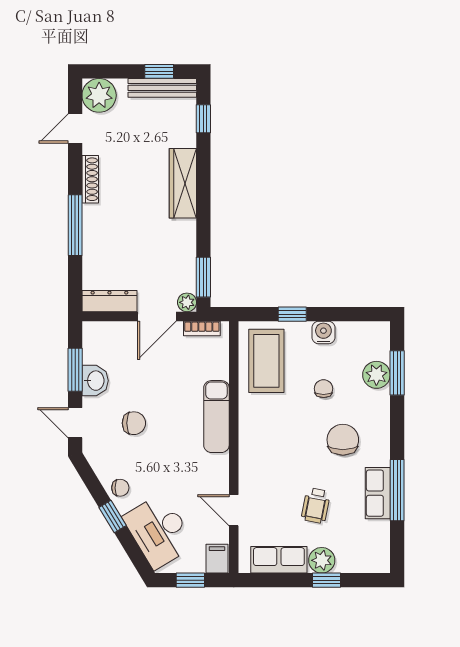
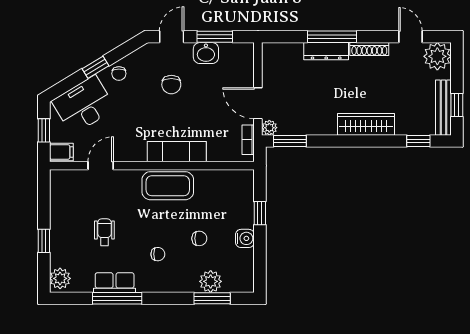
dresser: (109, 301) -> (326, 51), moved, turned 90
coffee table: (266, 361) -> (168, 186), moved
chair: (343, 440) -> (158, 254), width x0.54, depth x0.54
wheelchair: (316, 506) -> (104, 232), turned 79
row of seats: (279, 560) -> (60, 202), removed
plant: (322, 560) -> (60, 278), moved

